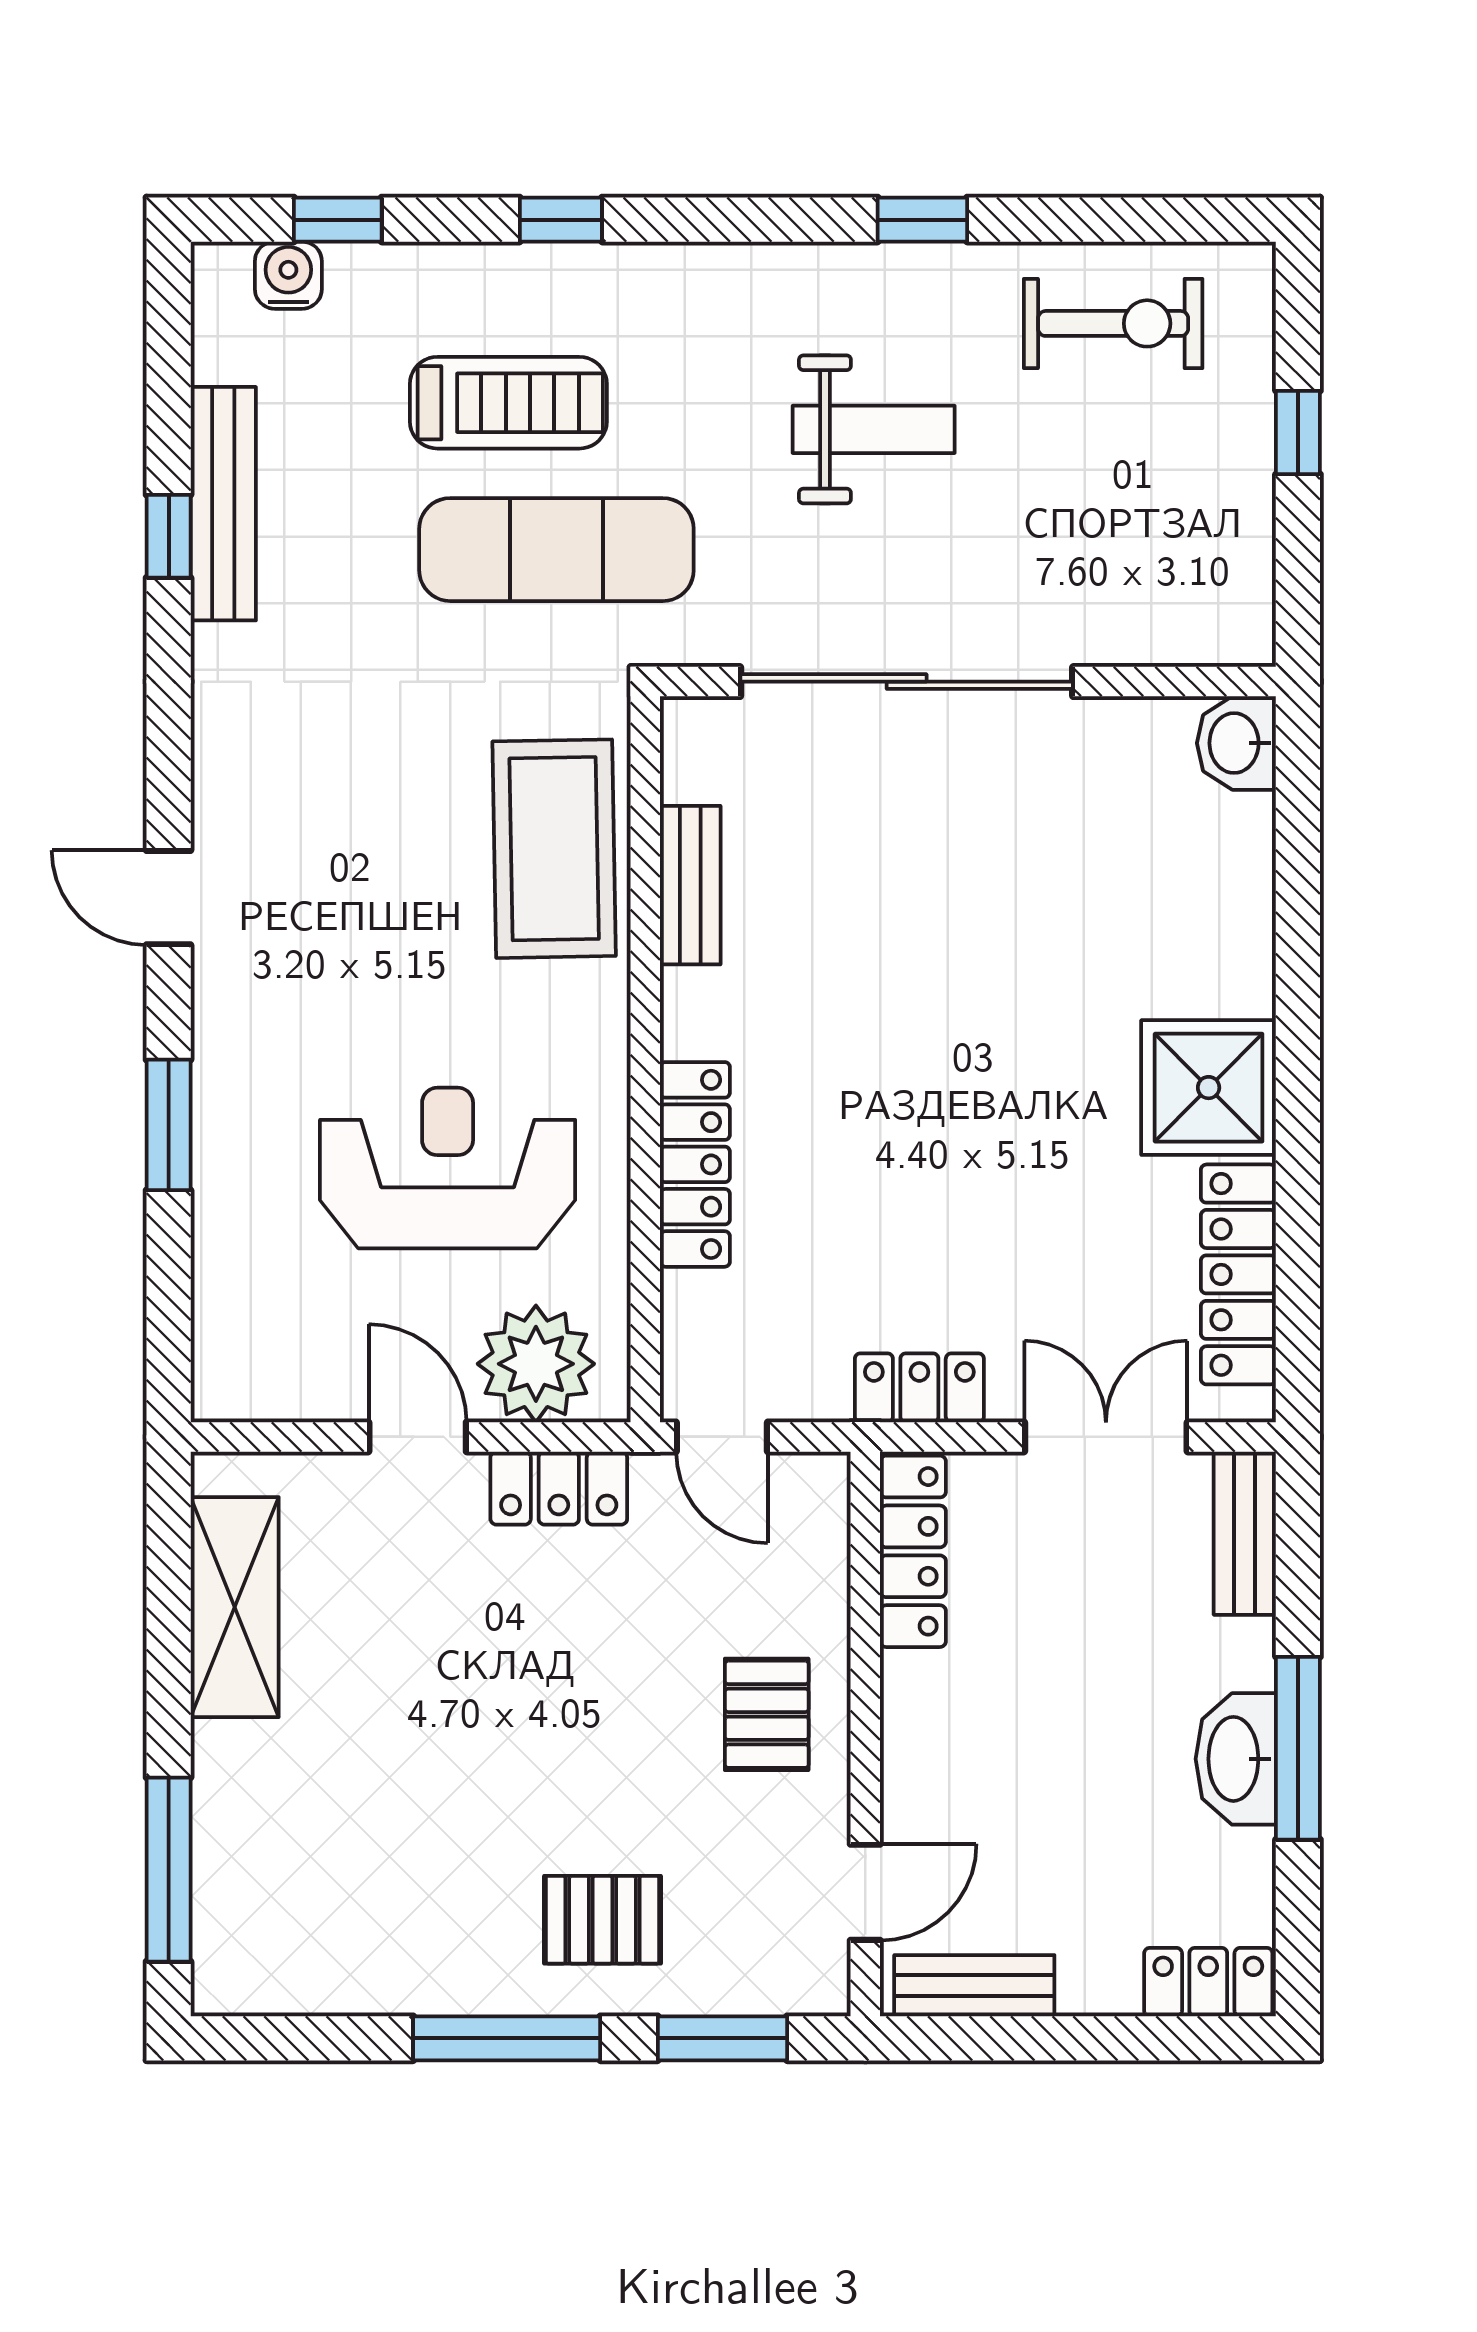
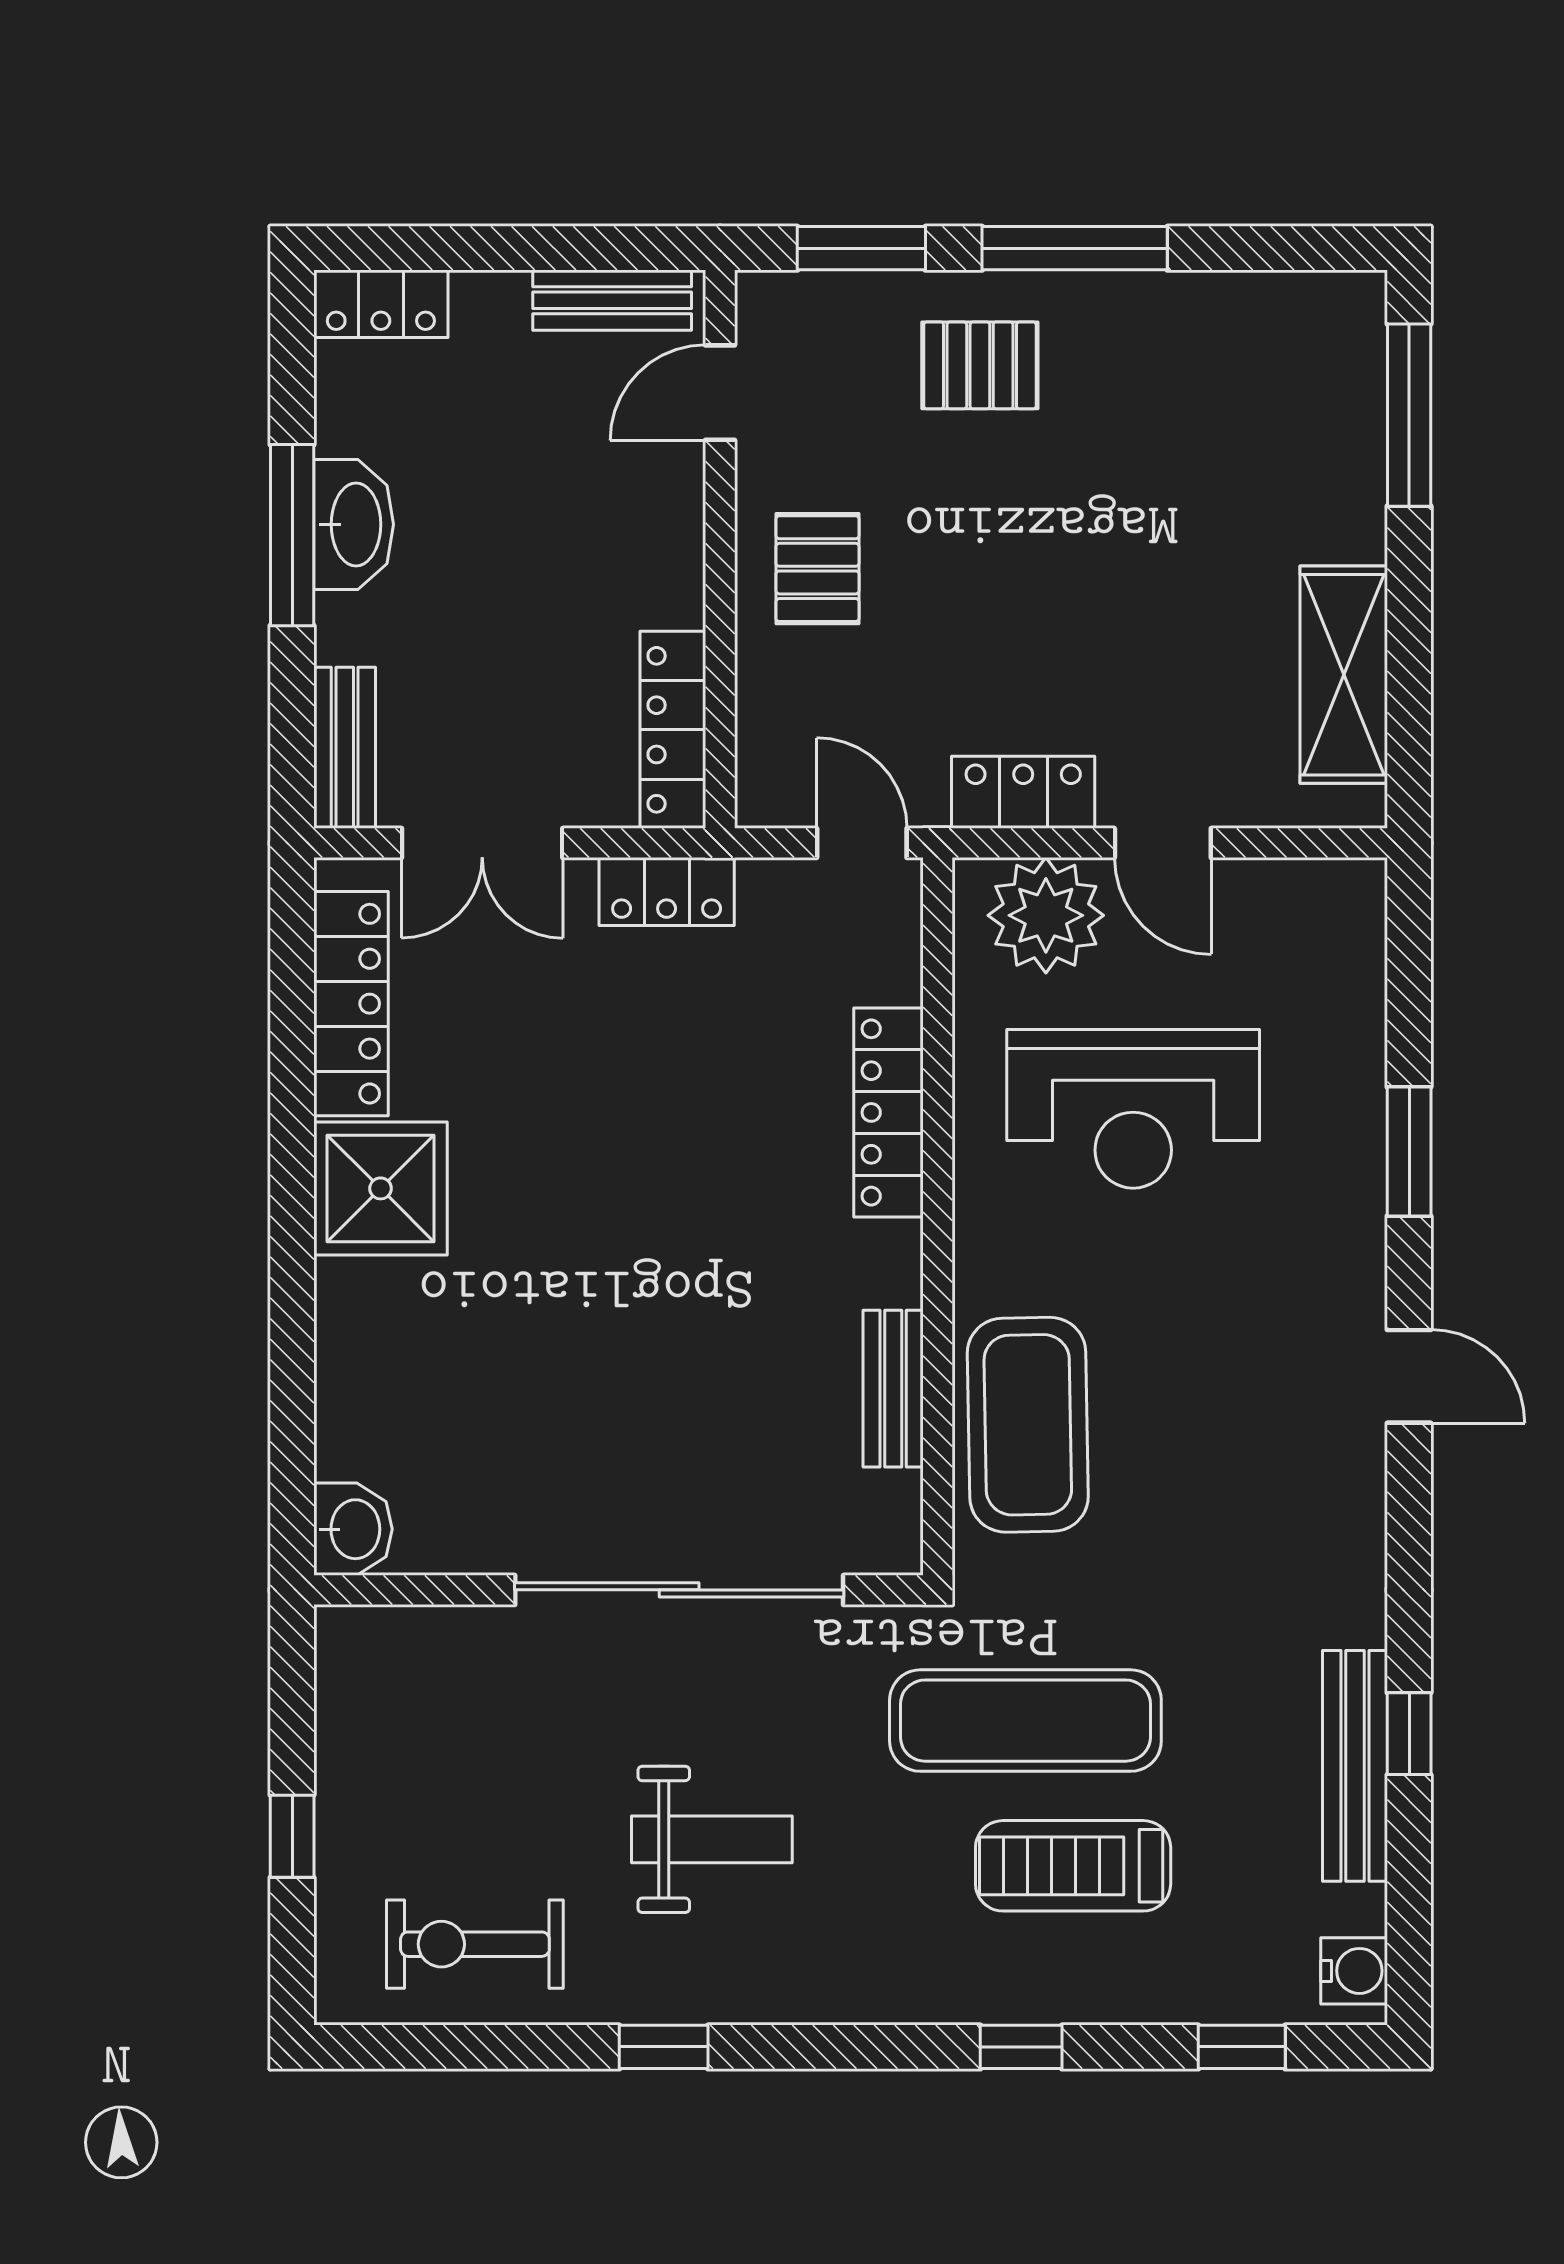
water cooler: (288, 275) -> (1354, 1971), moved, turned -90
weight bench: (874, 429) -> (712, 1839), turned 180

